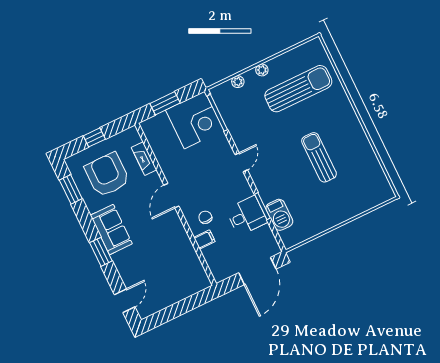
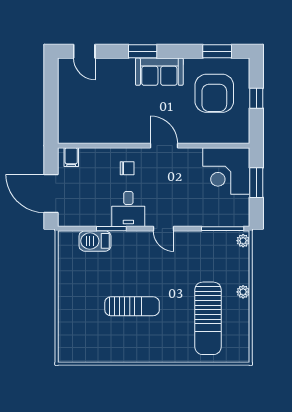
plant: (238, 82) -> (243, 241), moved
corner desk: (194, 120) -> (226, 171), moved
fireplace: (144, 159) -> (213, 136), removed
armchair: (107, 175) -> (214, 93), turned 90
desk: (247, 216) -> (128, 209), moved
filing cabinet: (204, 240) -> (71, 157), moved

